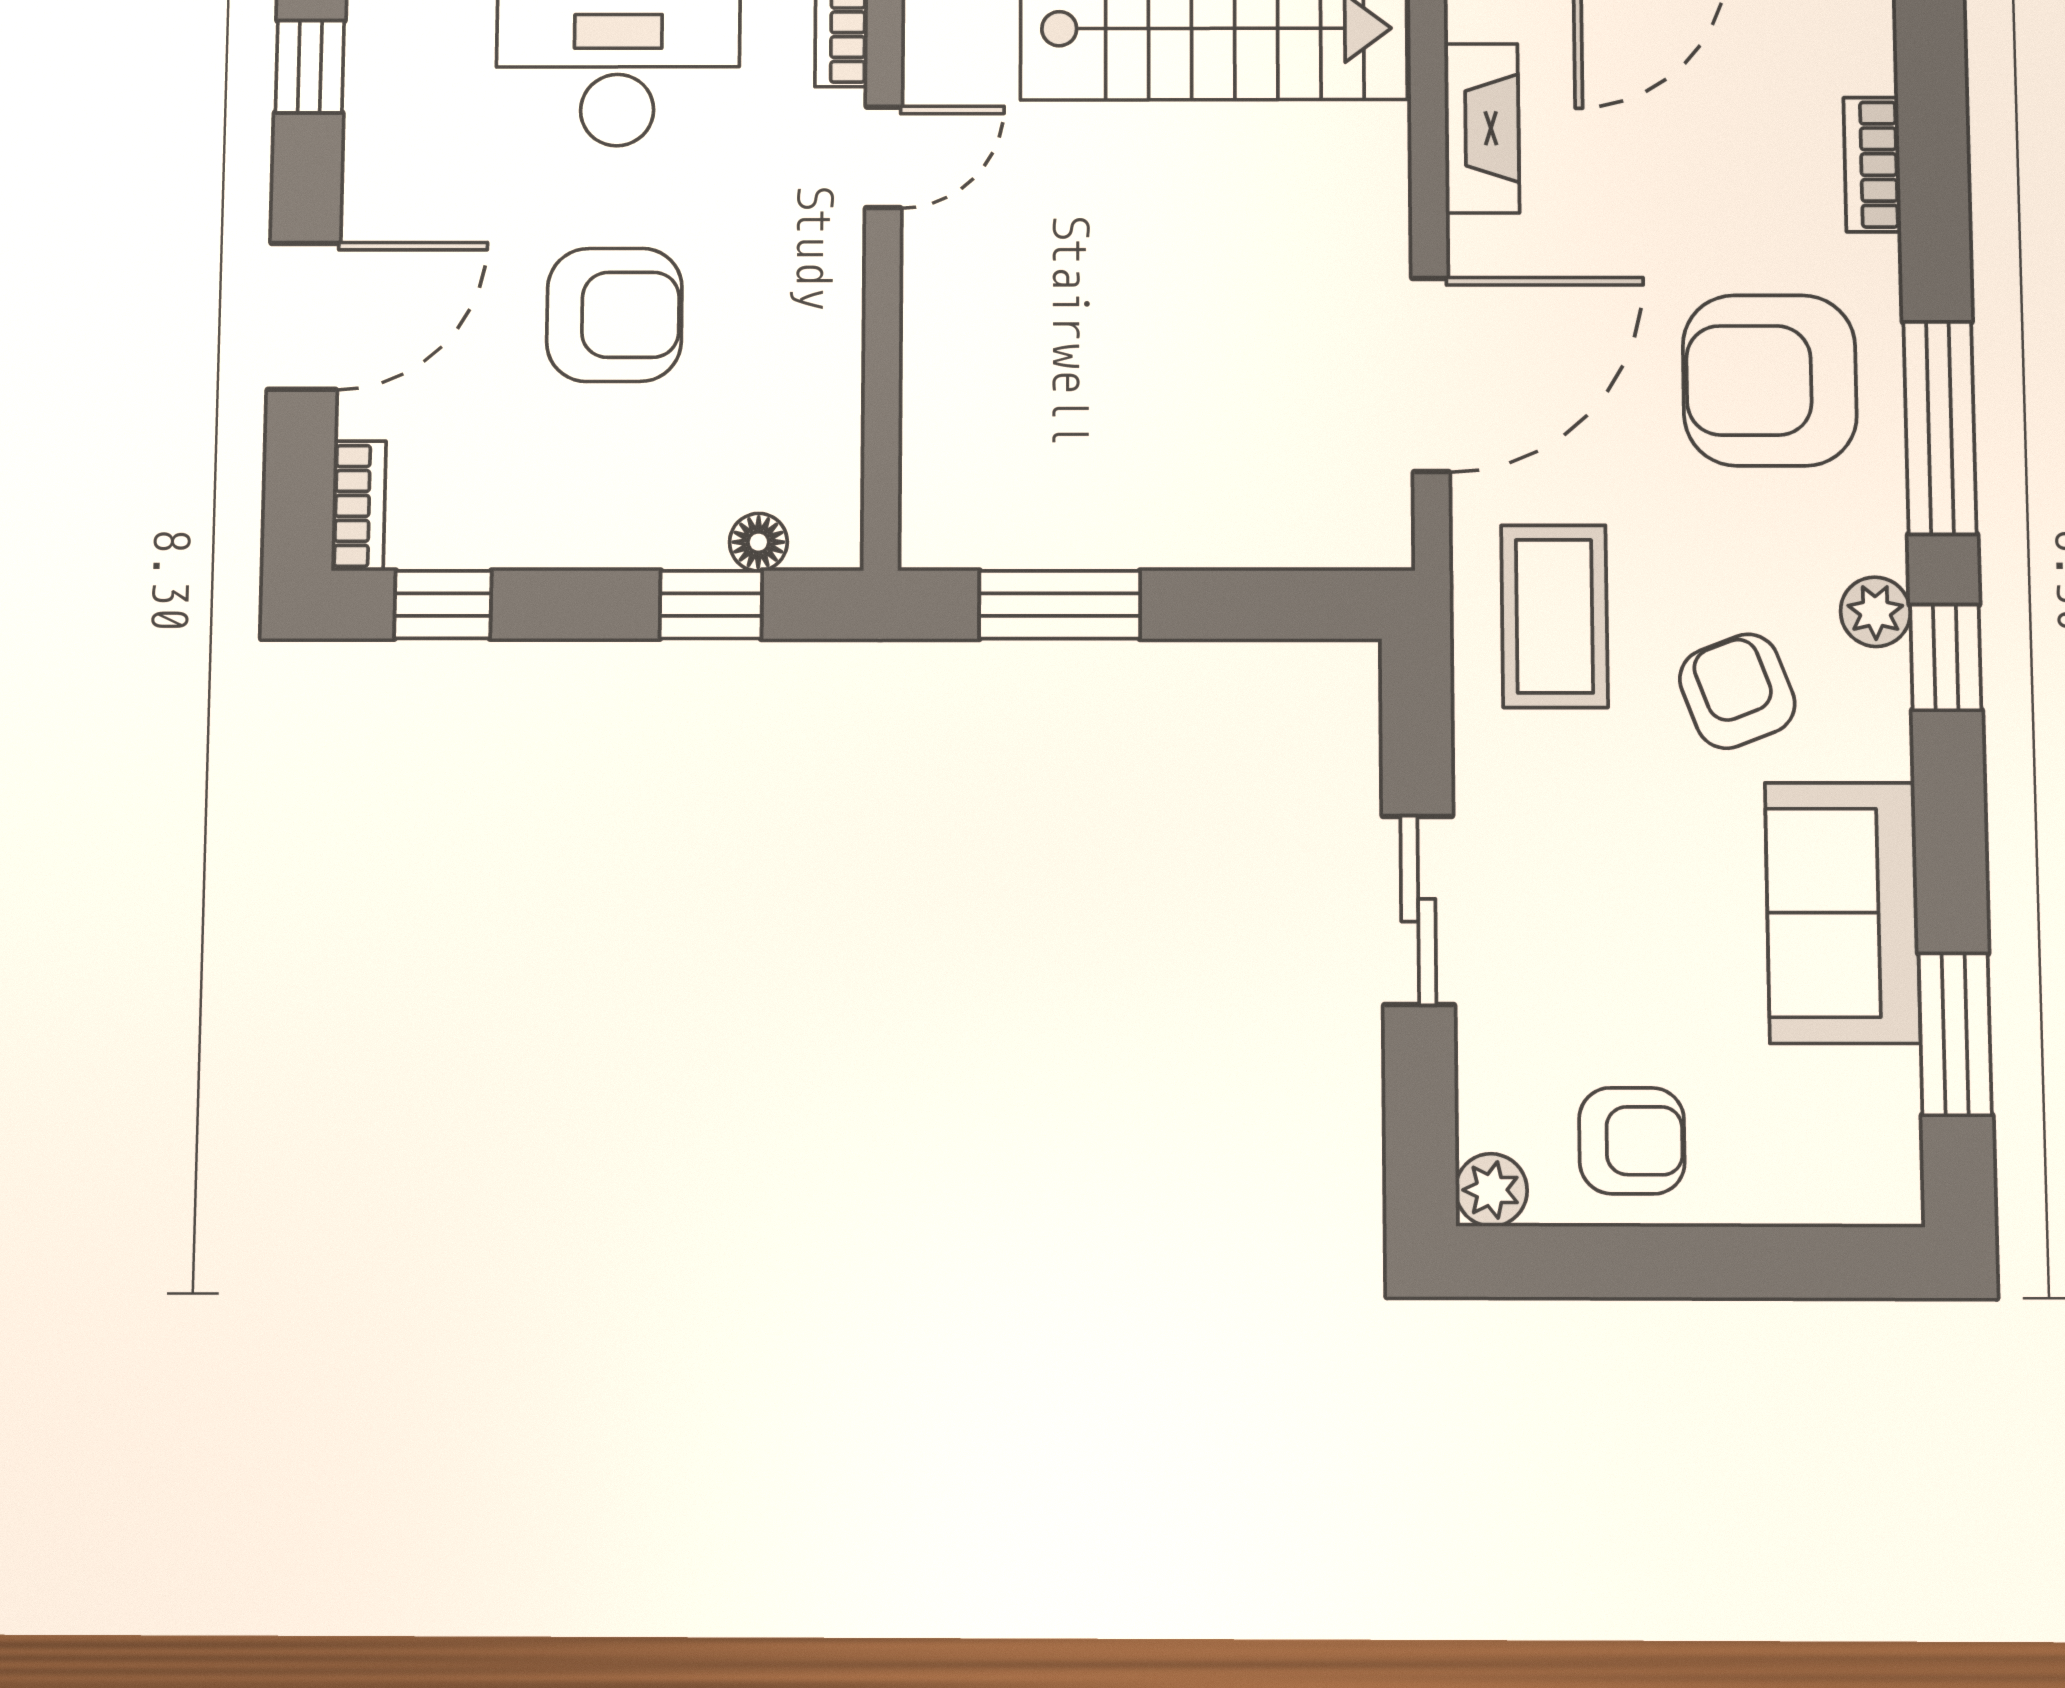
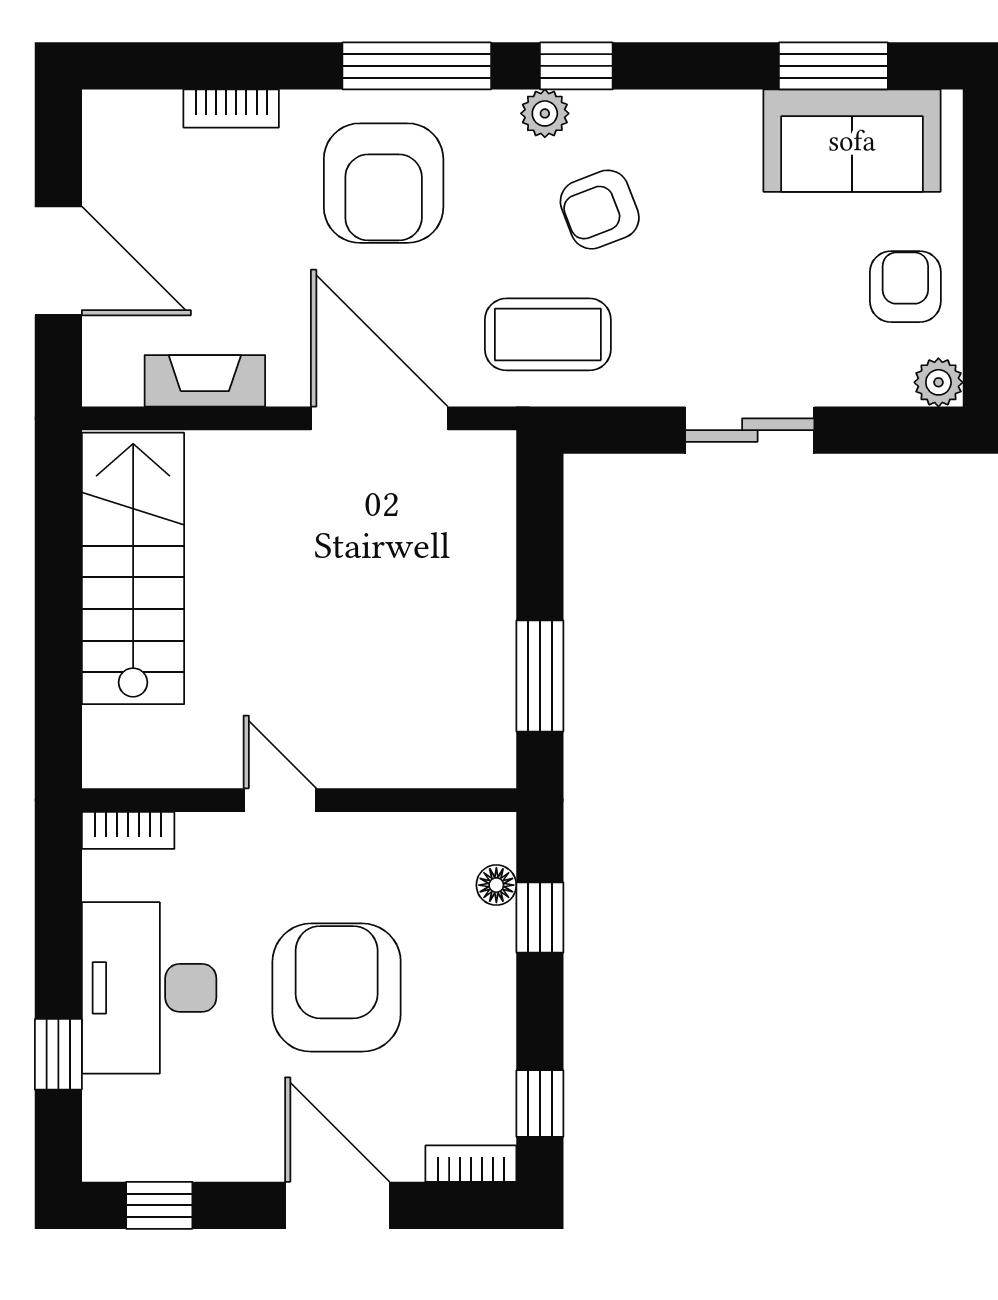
door: (884, 157) -> (280, 800), moved
armchair: (614, 315) -> (337, 988), width x1.36, depth x1.36
sofa: (1842, 913) -> (852, 141), moved

